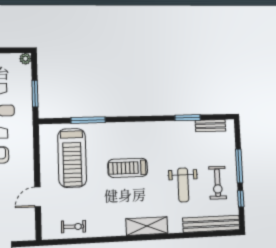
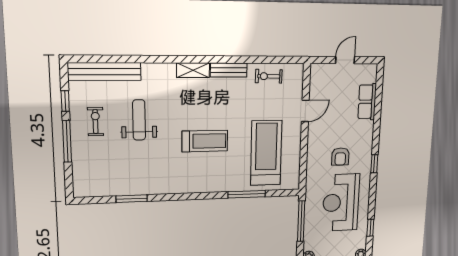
window: (35, 94) -> (301, 221), width x1.44
bench: (210, 126) -> (229, 70), moved
exercise bike: (218, 183) -> (95, 122), width x0.73, depth x0.72
shelving: (147, 226) -> (193, 70), width x0.67, depth x0.75

